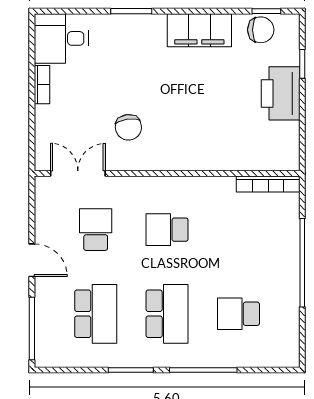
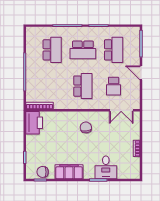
desk: (61, 38) -> (106, 167), moved, turned 90
printer: (281, 93) -> (34, 123), moved
chair: (128, 127) -> (86, 127), moved
school desk: (167, 230) -> (83, 86), width x1.85
school desk: (96, 314) -> (114, 50), turned 180
school desk: (167, 314) -> (83, 50), turned -90
school desk: (238, 314) -> (52, 50), width x1.85

